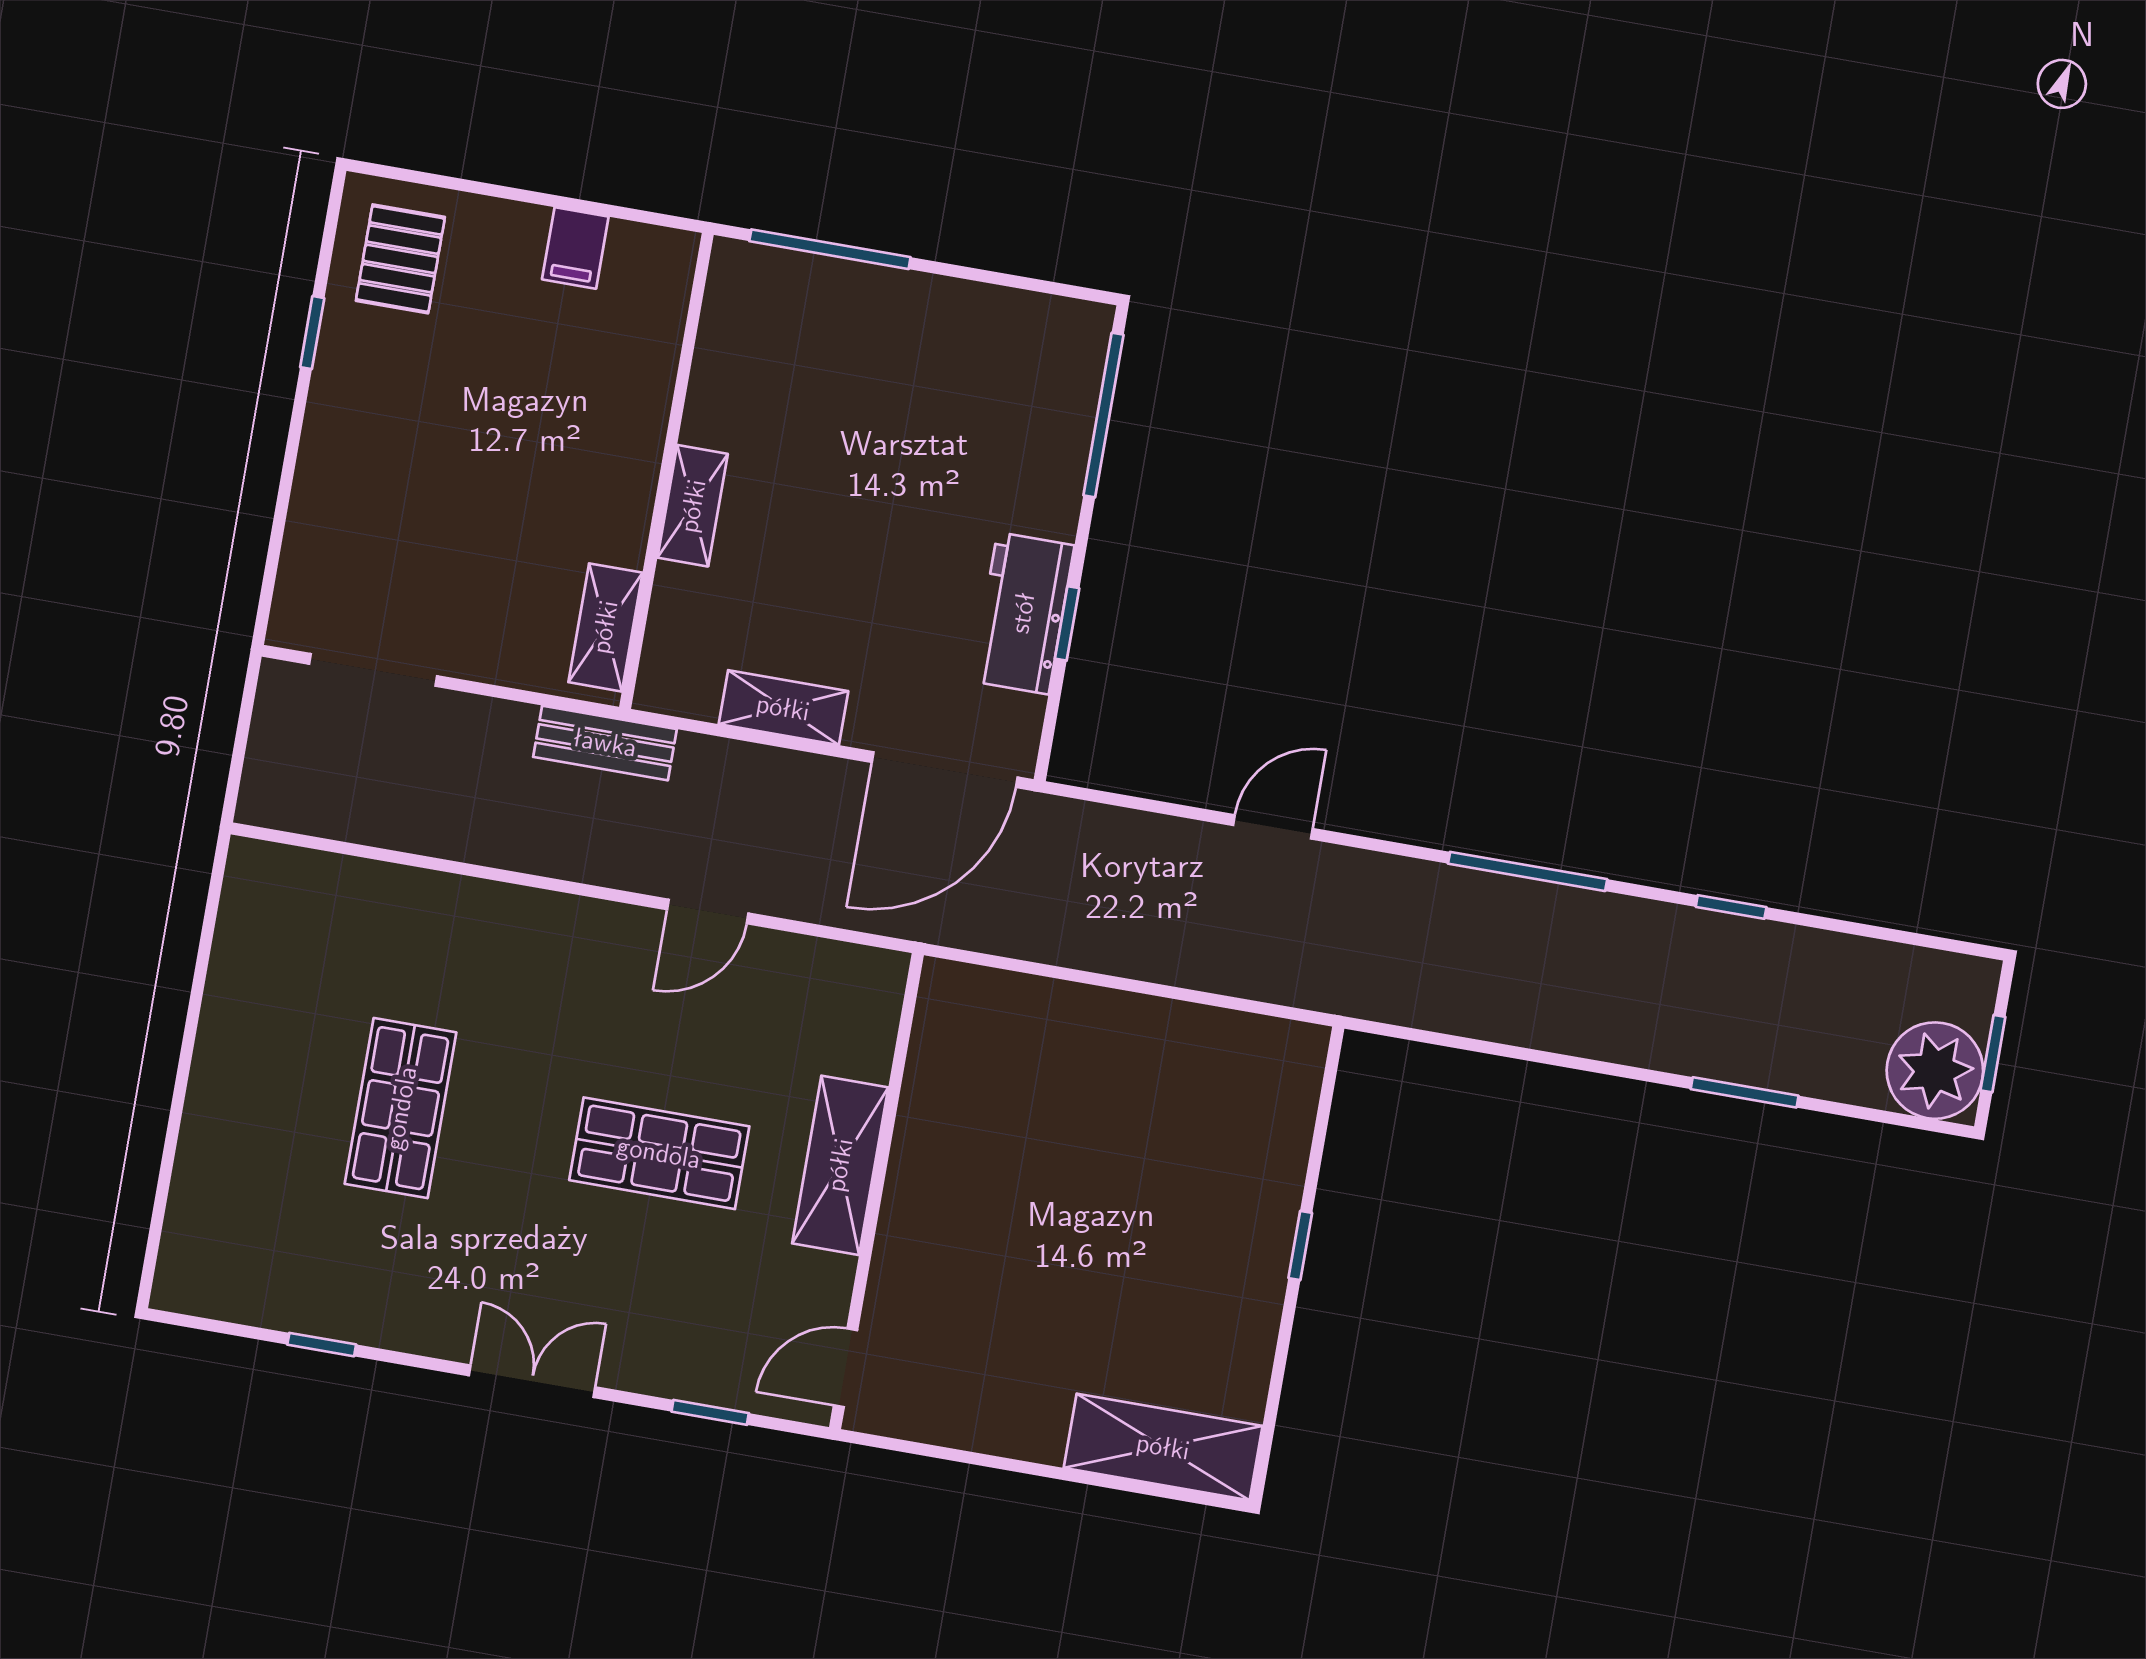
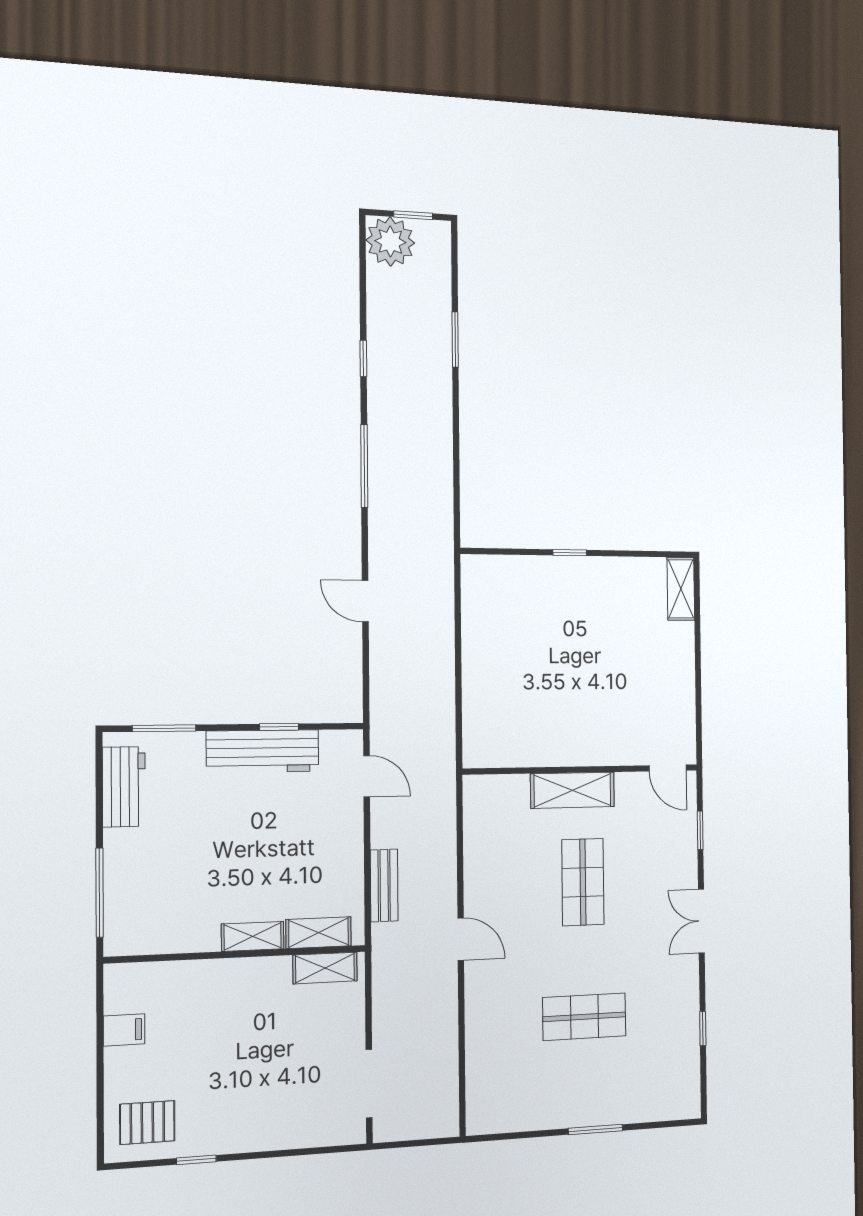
workbench: (1011, 325) -> (124, 787), added
window: (1103, 415) -> (164, 728), width x0.69
workbench: (1023, 613) -> (263, 751), width x1.38
shelving: (783, 708) -> (319, 933), moved, turned 90
bench: (605, 743) -> (384, 885), moved
door: (945, 770) -> (367, 776), width x0.53
door: (708, 911) -> (461, 939), moved
plant: (1935, 1071) -> (390, 242), moved
window: (180, 1090) -> (595, 1130), added
shelving: (1163, 1447) -> (681, 589), width x0.67, depth x0.75

